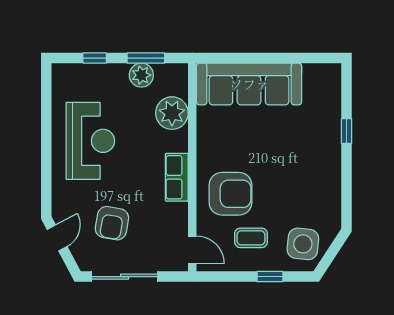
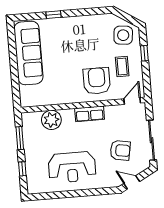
plant: (141, 75) -> (30, 140), removed
sofa: (249, 84) -> (28, 53), moved
reception desk: (90, 141) -> (72, 167), turned 180

